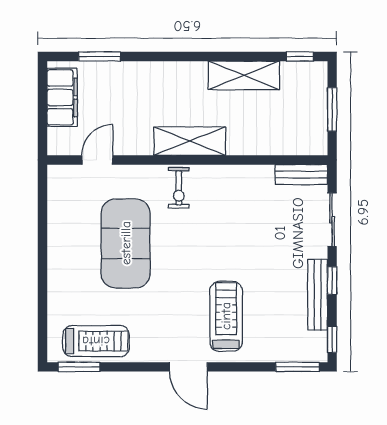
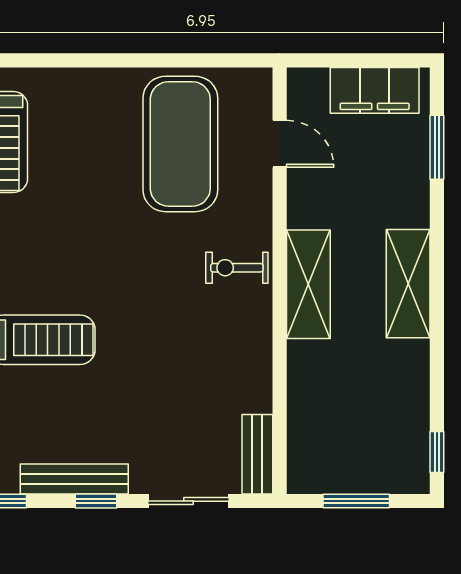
shelving: (244, 75) -> (408, 284), moved
exercise mat: (126, 243) -> (180, 144), moved, turned 90

